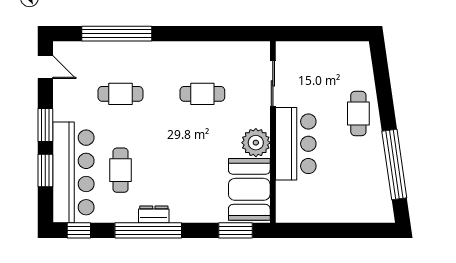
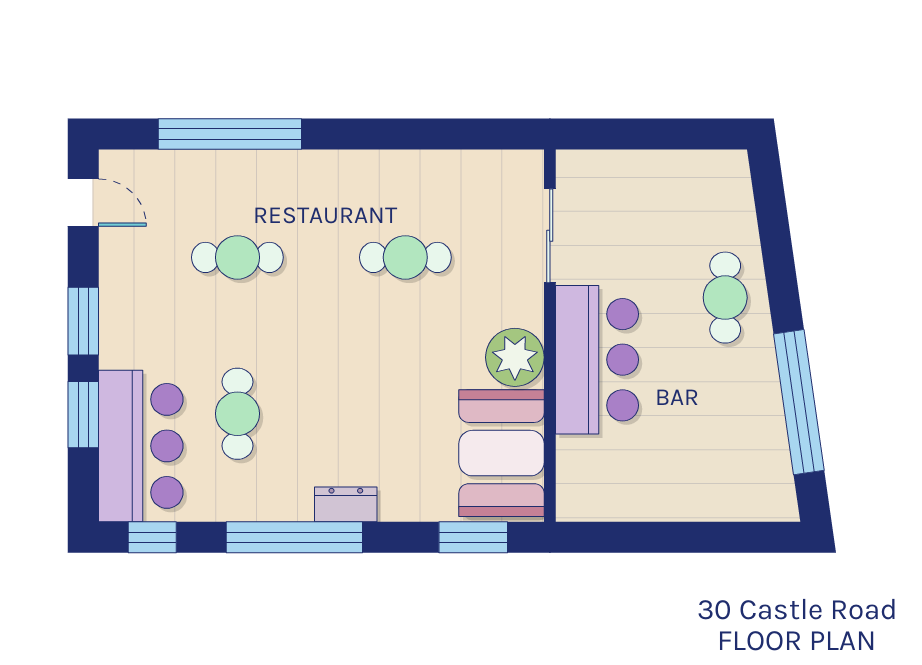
bar counter: (73, 172) -> (141, 446), width x0.73
dresser: (154, 214) -> (346, 504), moved

